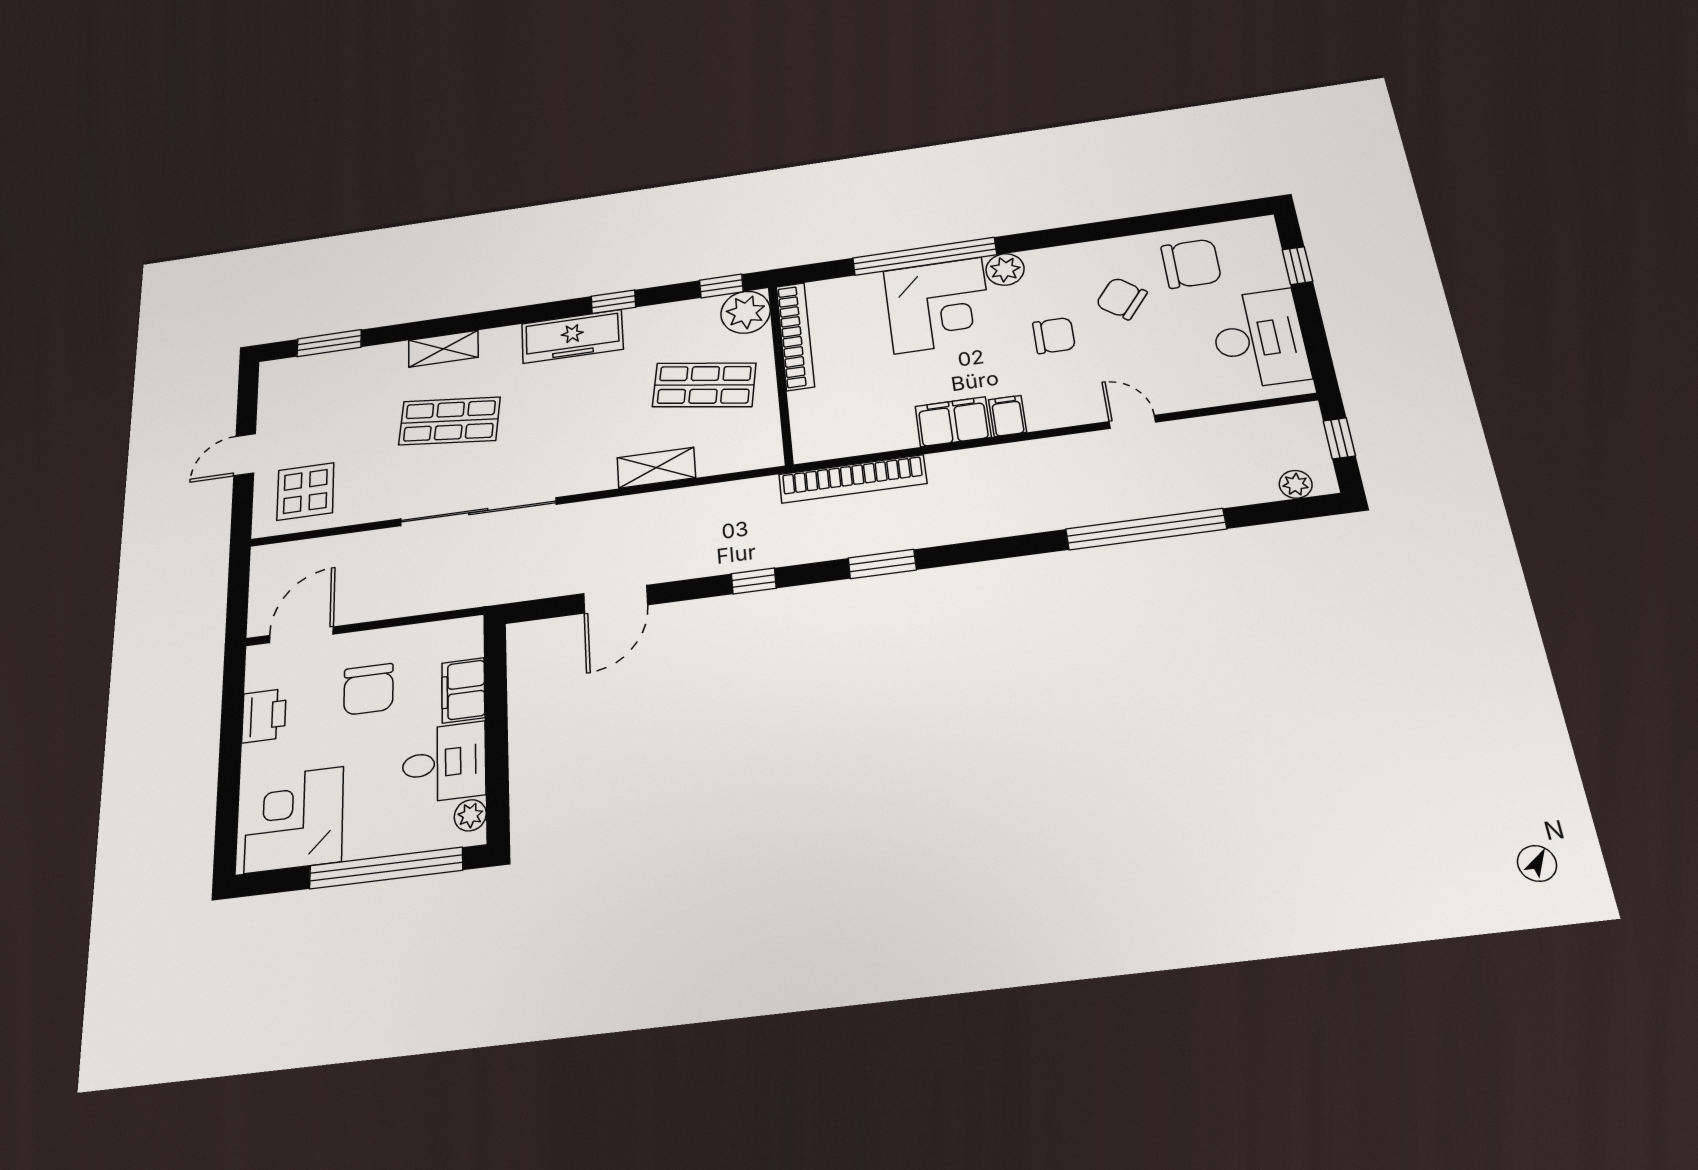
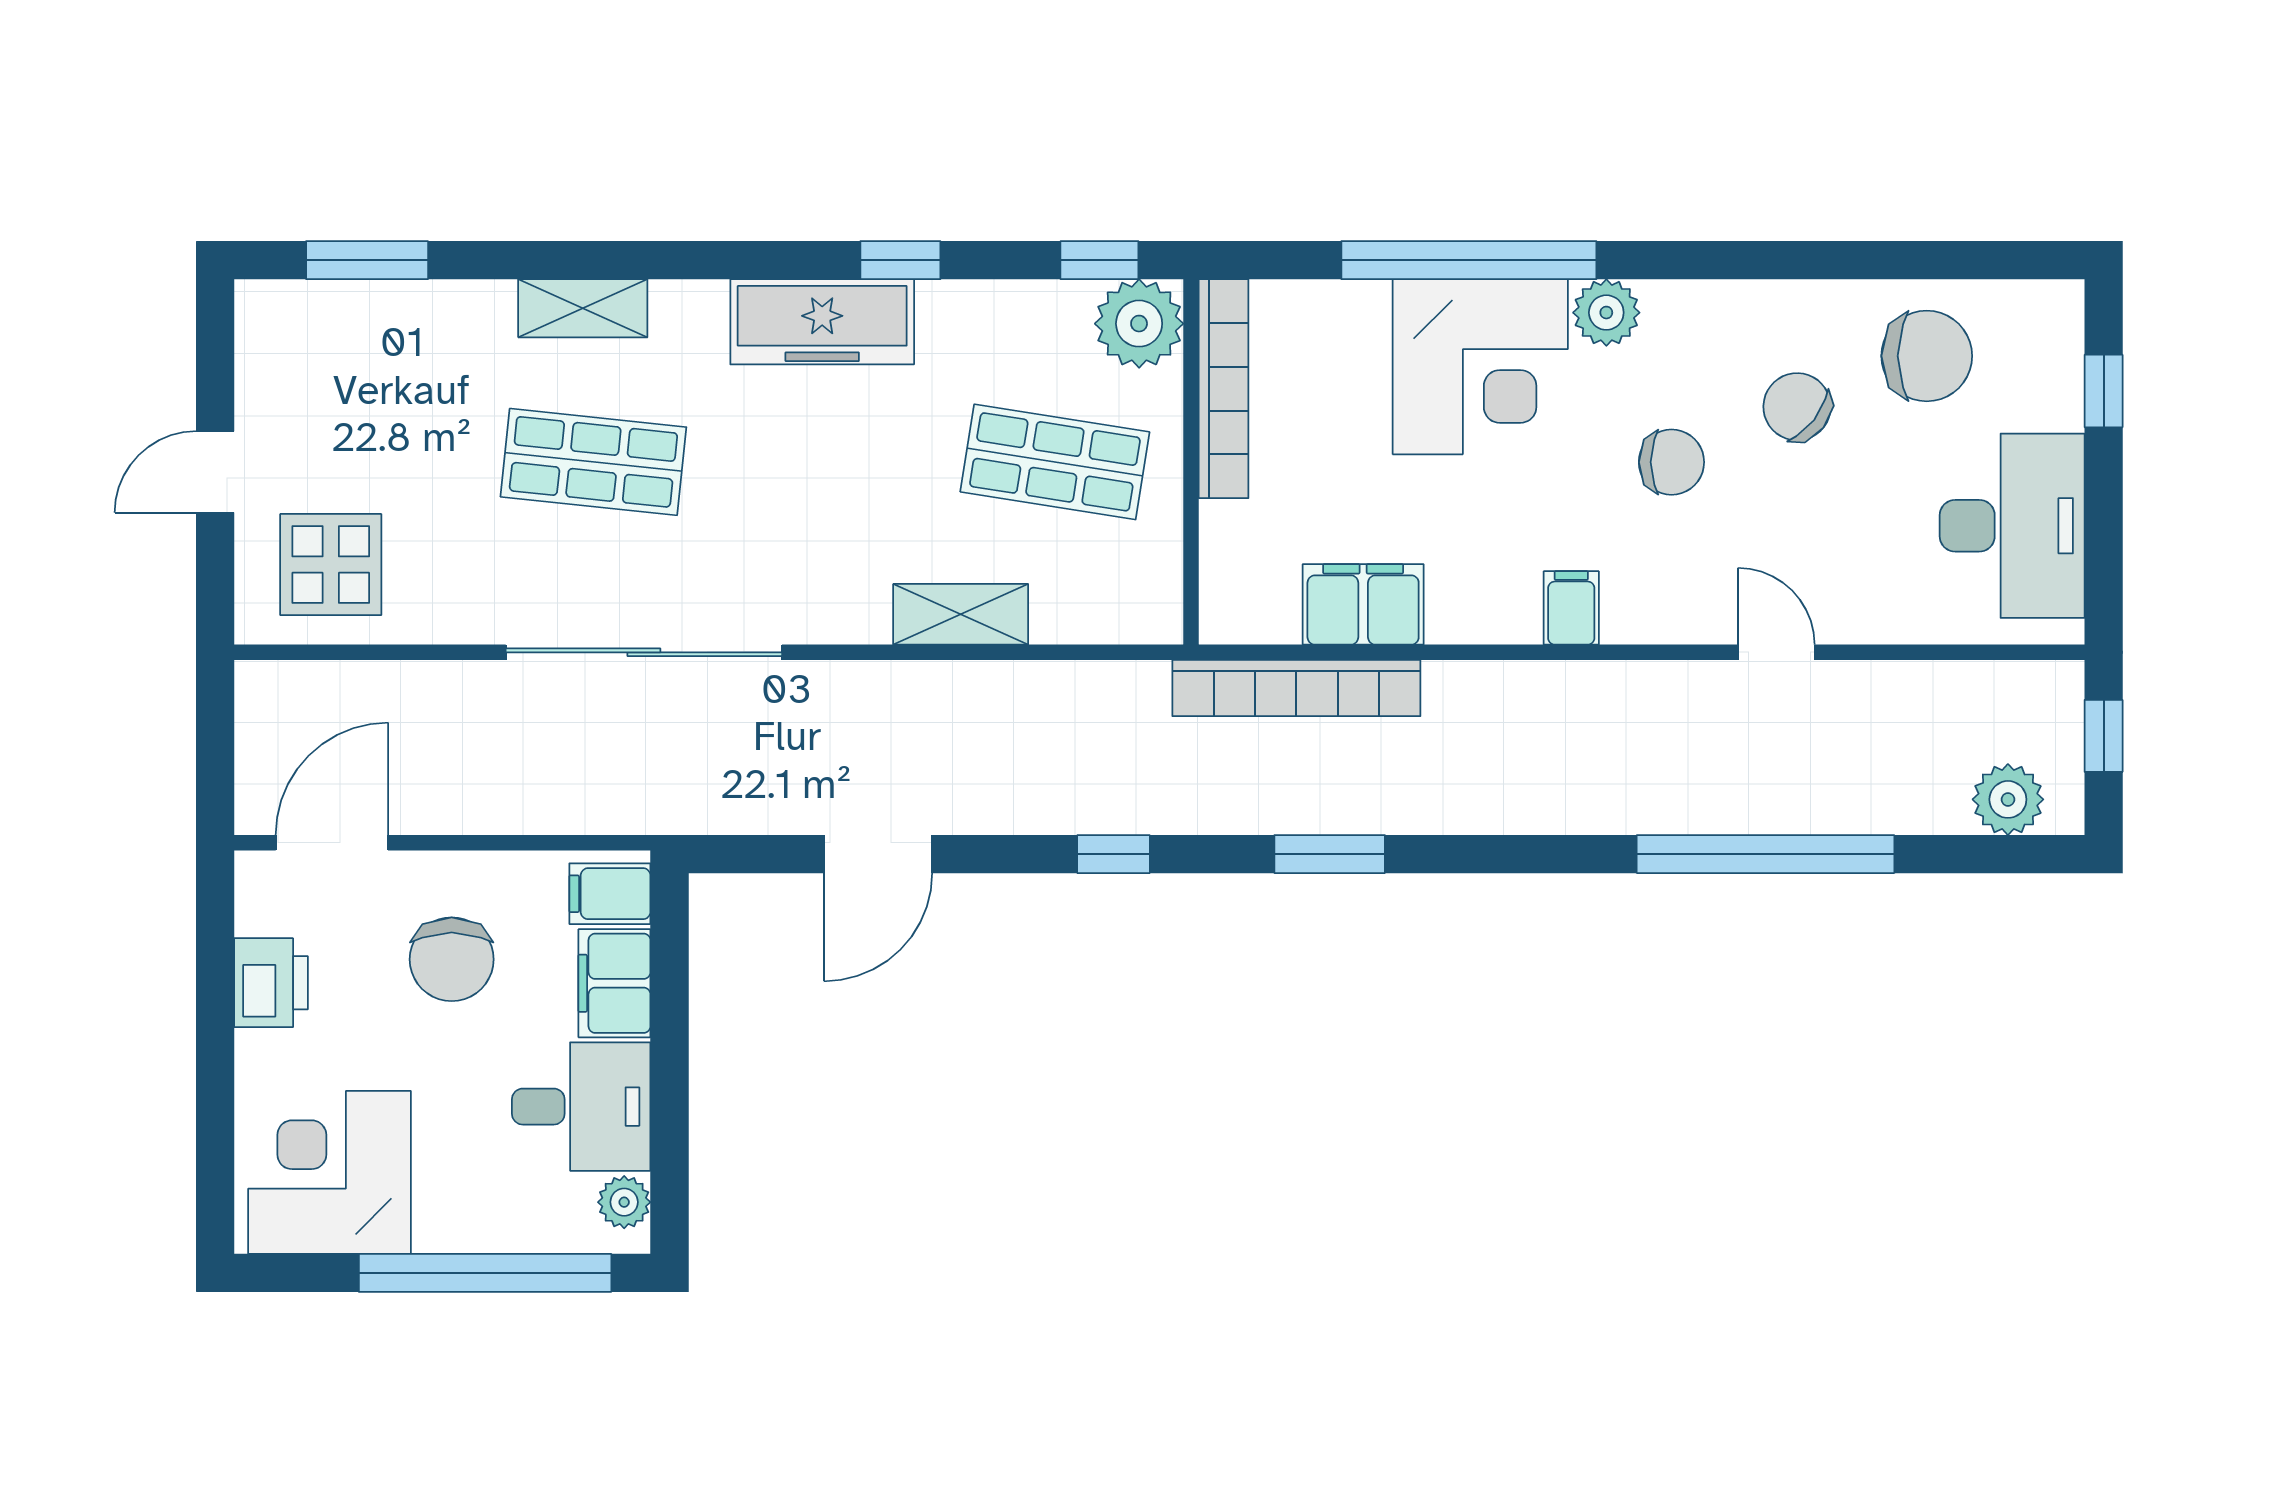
filing cabinet: (953, 422) -> (1363, 604), moved
plant: (1296, 484) -> (2008, 799), width x1.38, depth x1.38
filing cabinet: (460, 641) -> (610, 894), added

